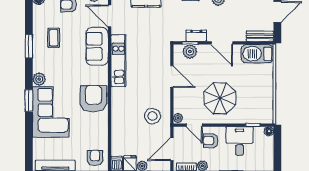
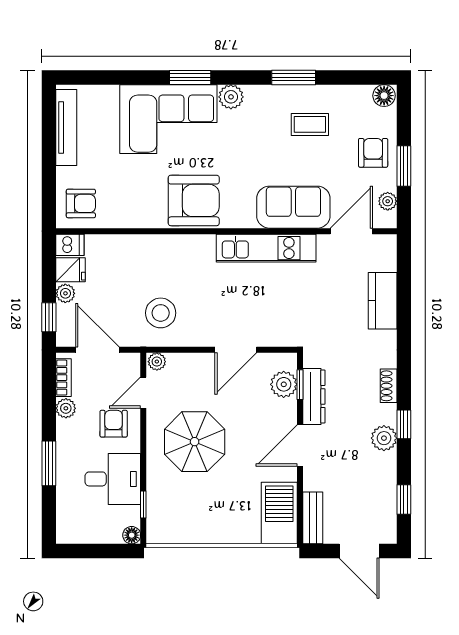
dresser: (196, 36) -> (314, 396), width x1.44

